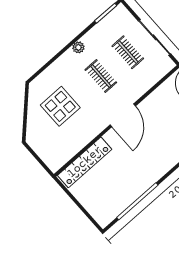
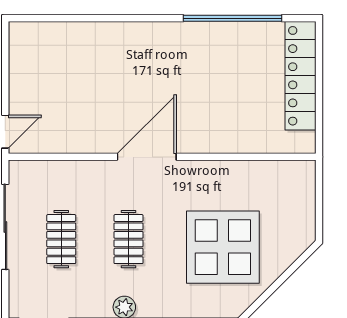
display table: (60, 106) -> (223, 247), width x1.36, depth x1.36
locker: (85, 162) -> (300, 76), moved, turned -90

